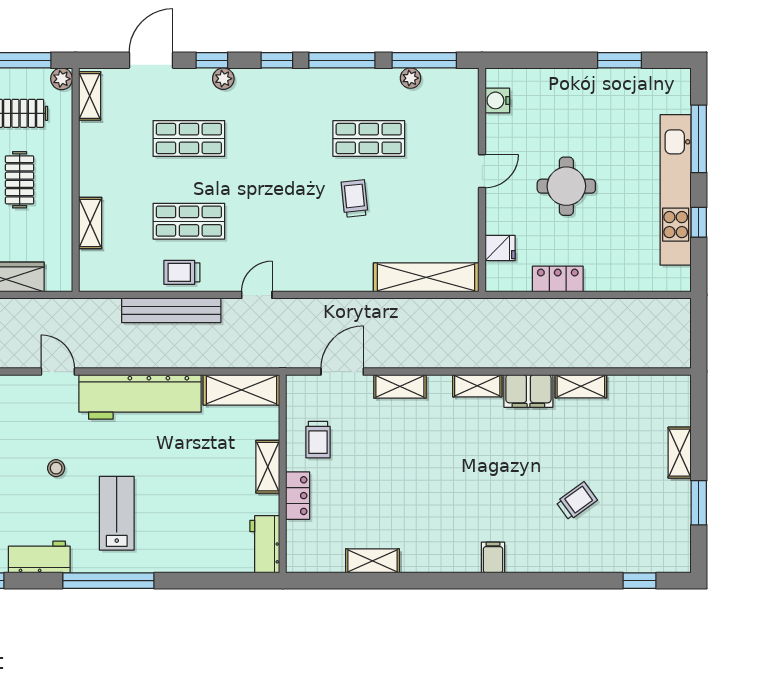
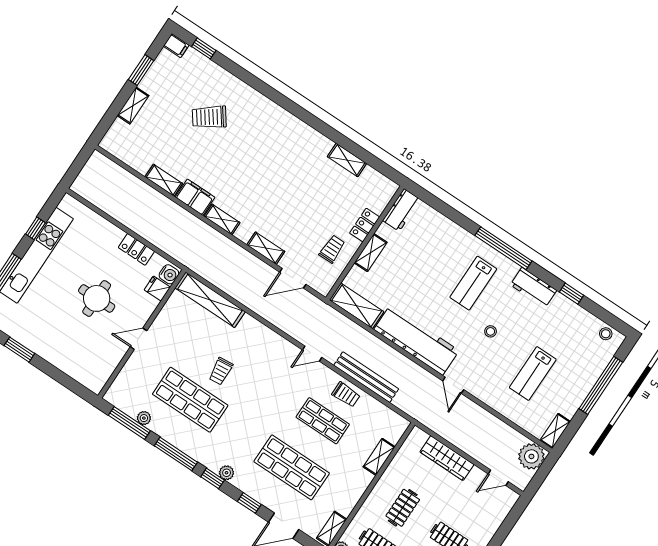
plant: (223, 79) -> (227, 473), moved
water cooler: (497, 100) -> (169, 274), moved
shop shelf: (189, 139) -> (292, 467), width x1.43, depth x1.36
shop shelf: (369, 139) -> (190, 400), width x1.43, depth x1.36
trolley: (577, 501) -> (209, 117), width x1.36, depth x1.39
filing cabinet: (493, 558) -> (176, 46), moved, turned -90

